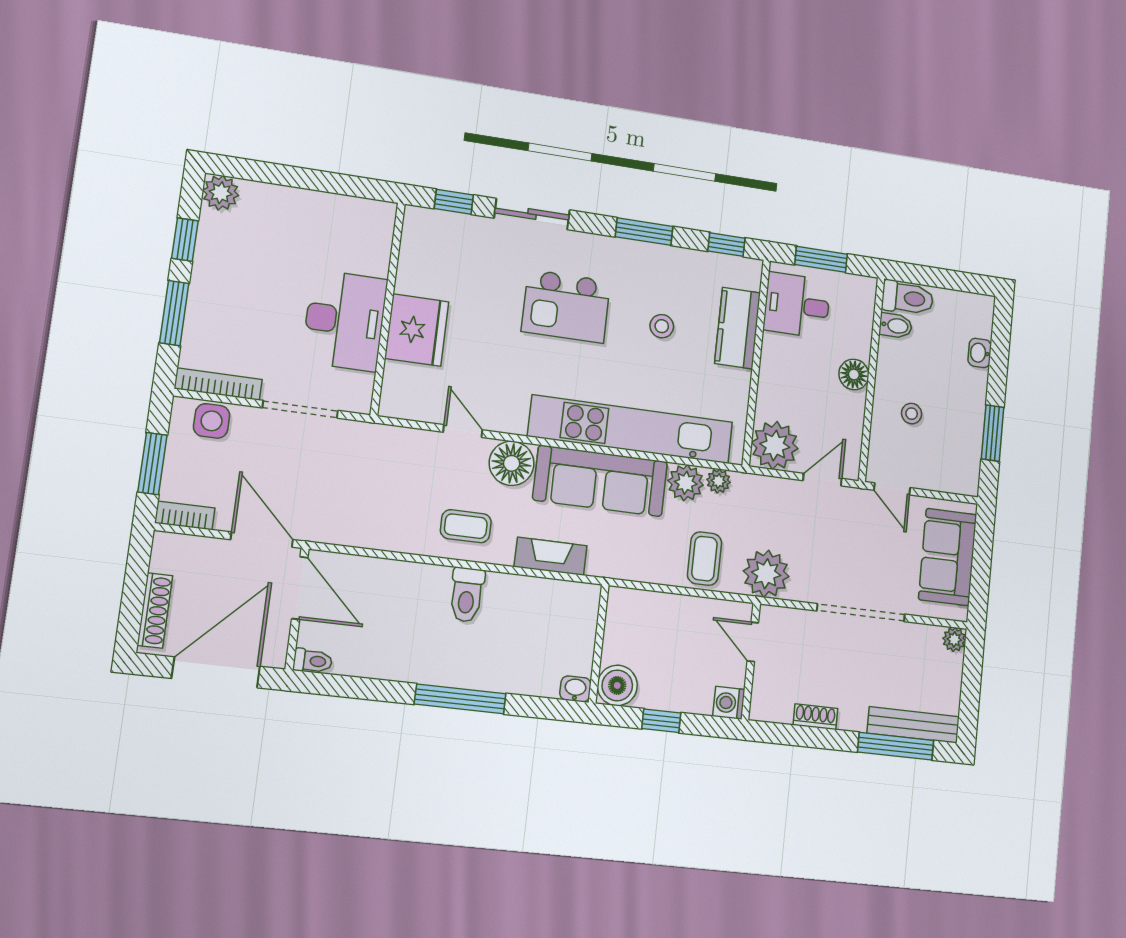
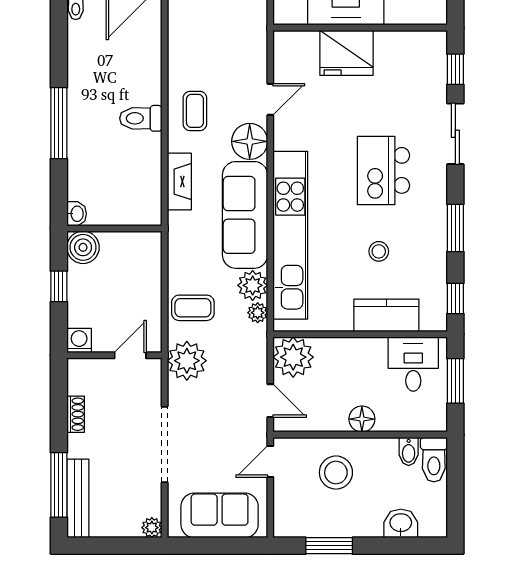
washbasin: (980, 353) -> (401, 523), width x1.38, depth x1.45
stool: (912, 414) -> (336, 473), width x1.89, depth x1.89

